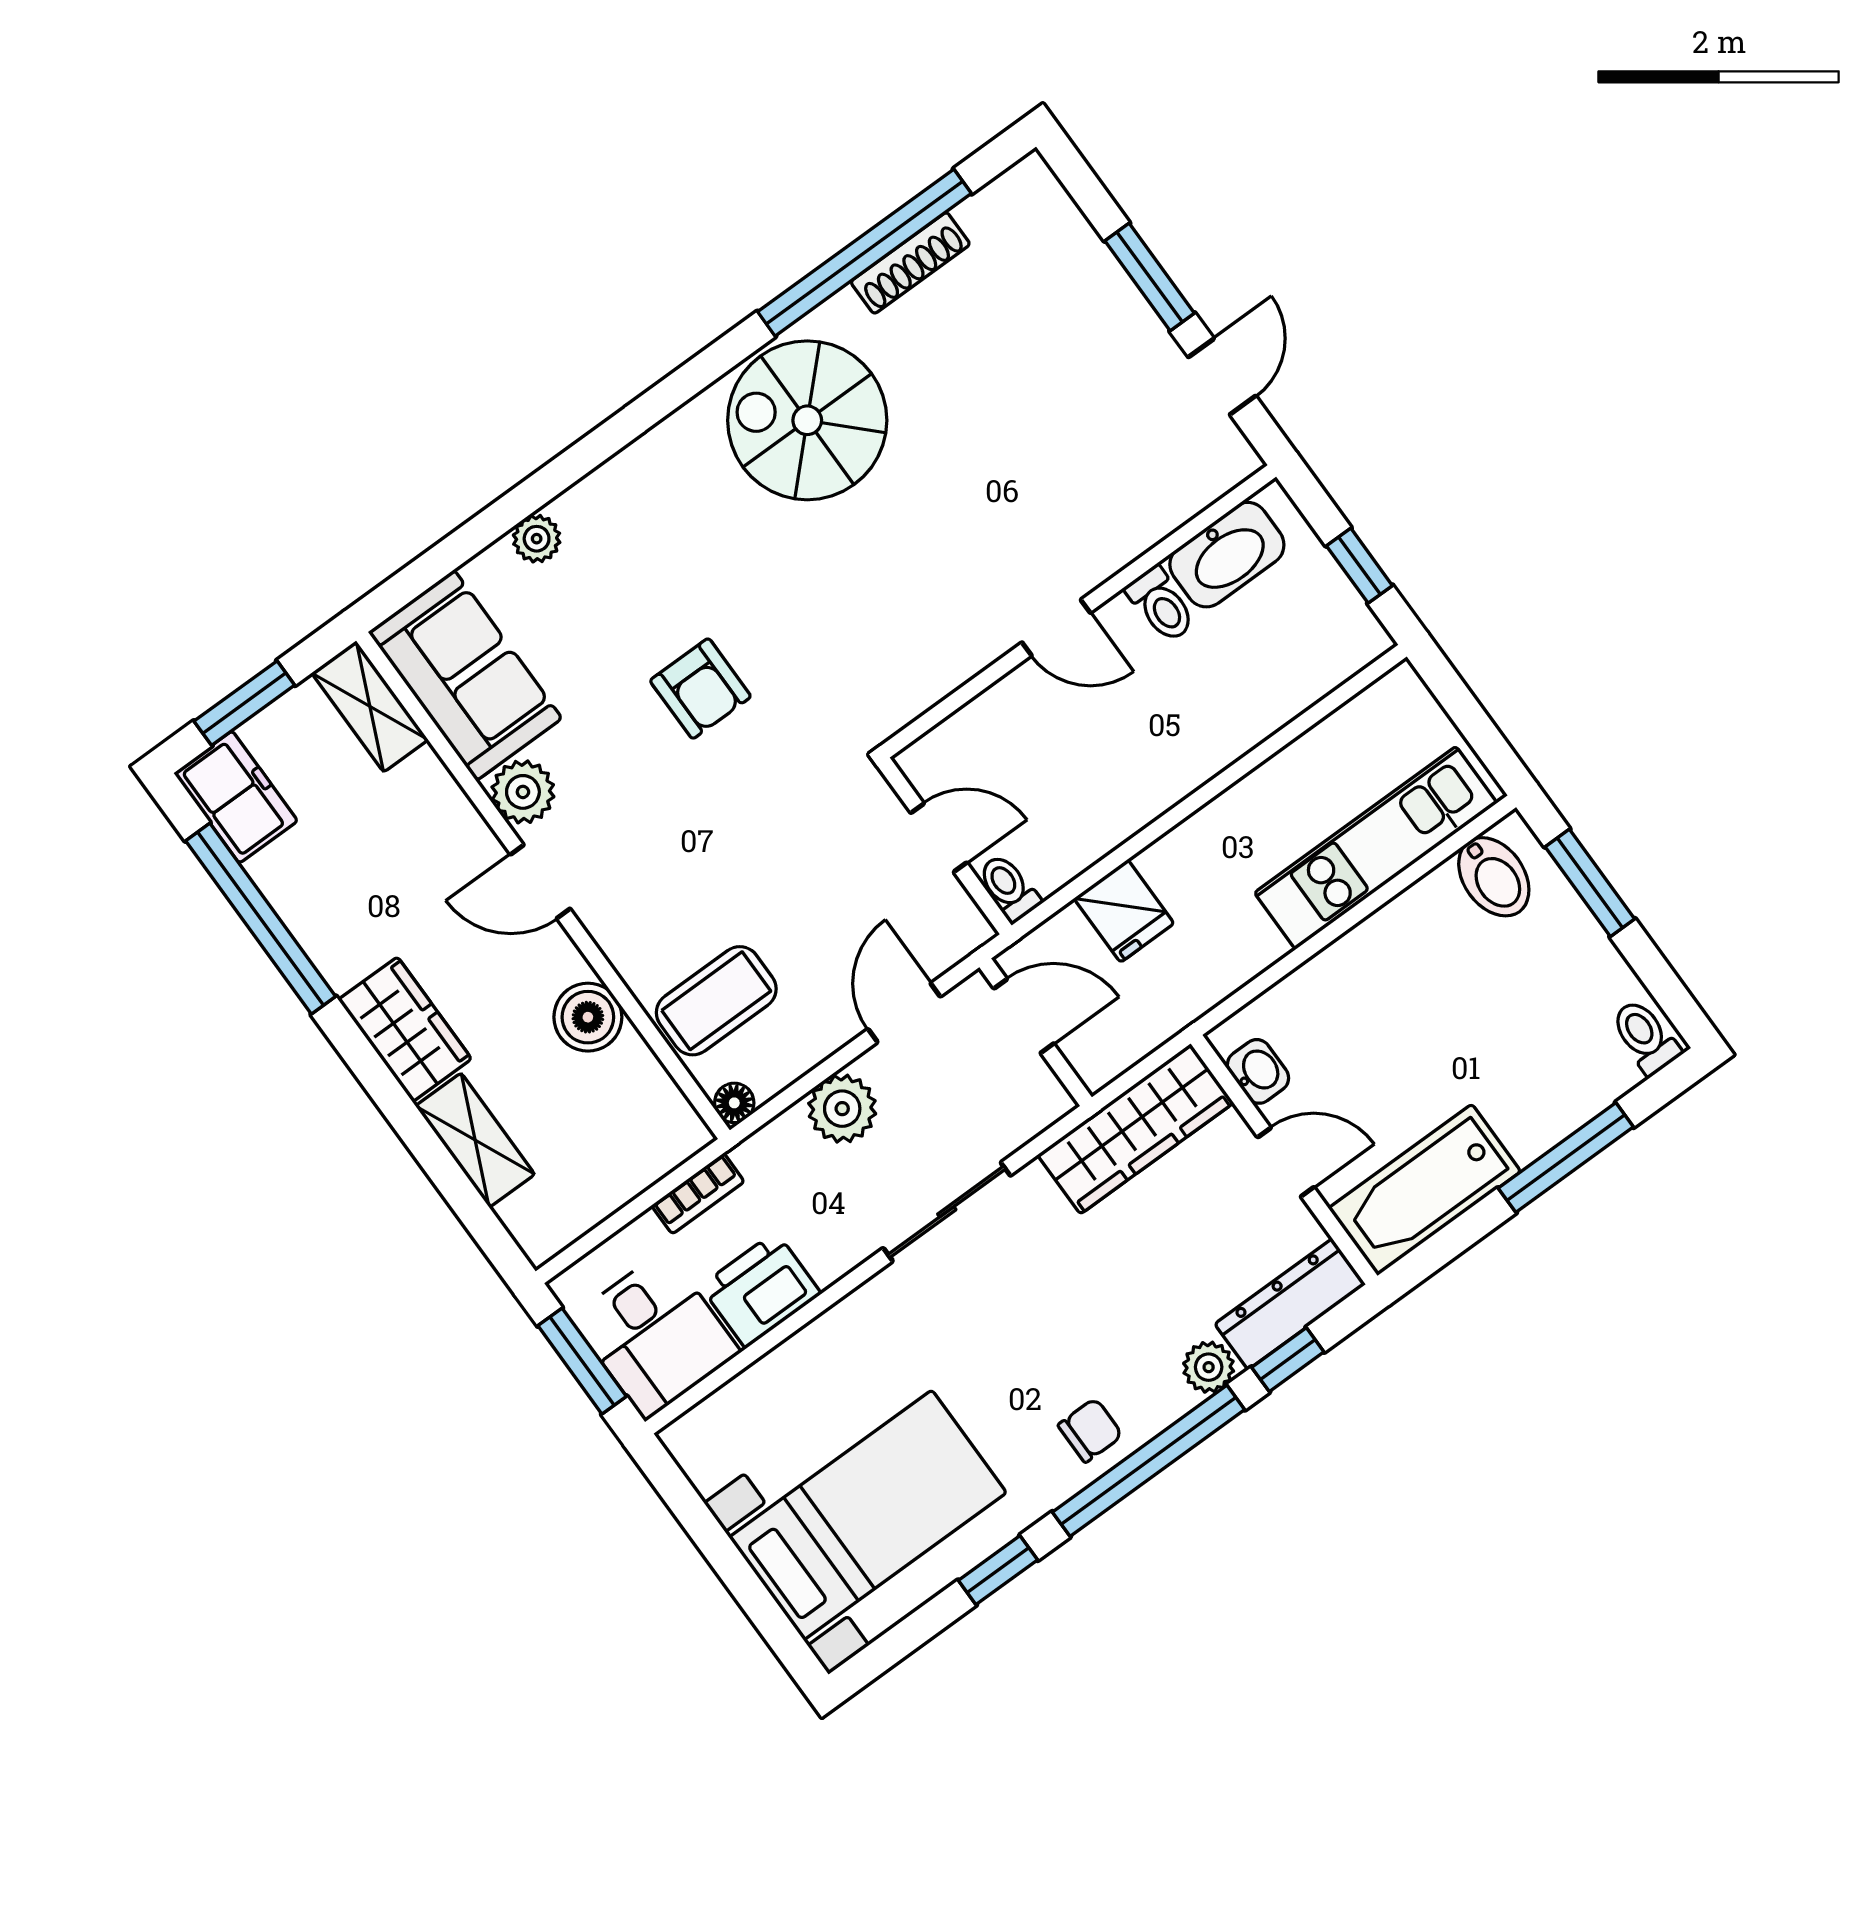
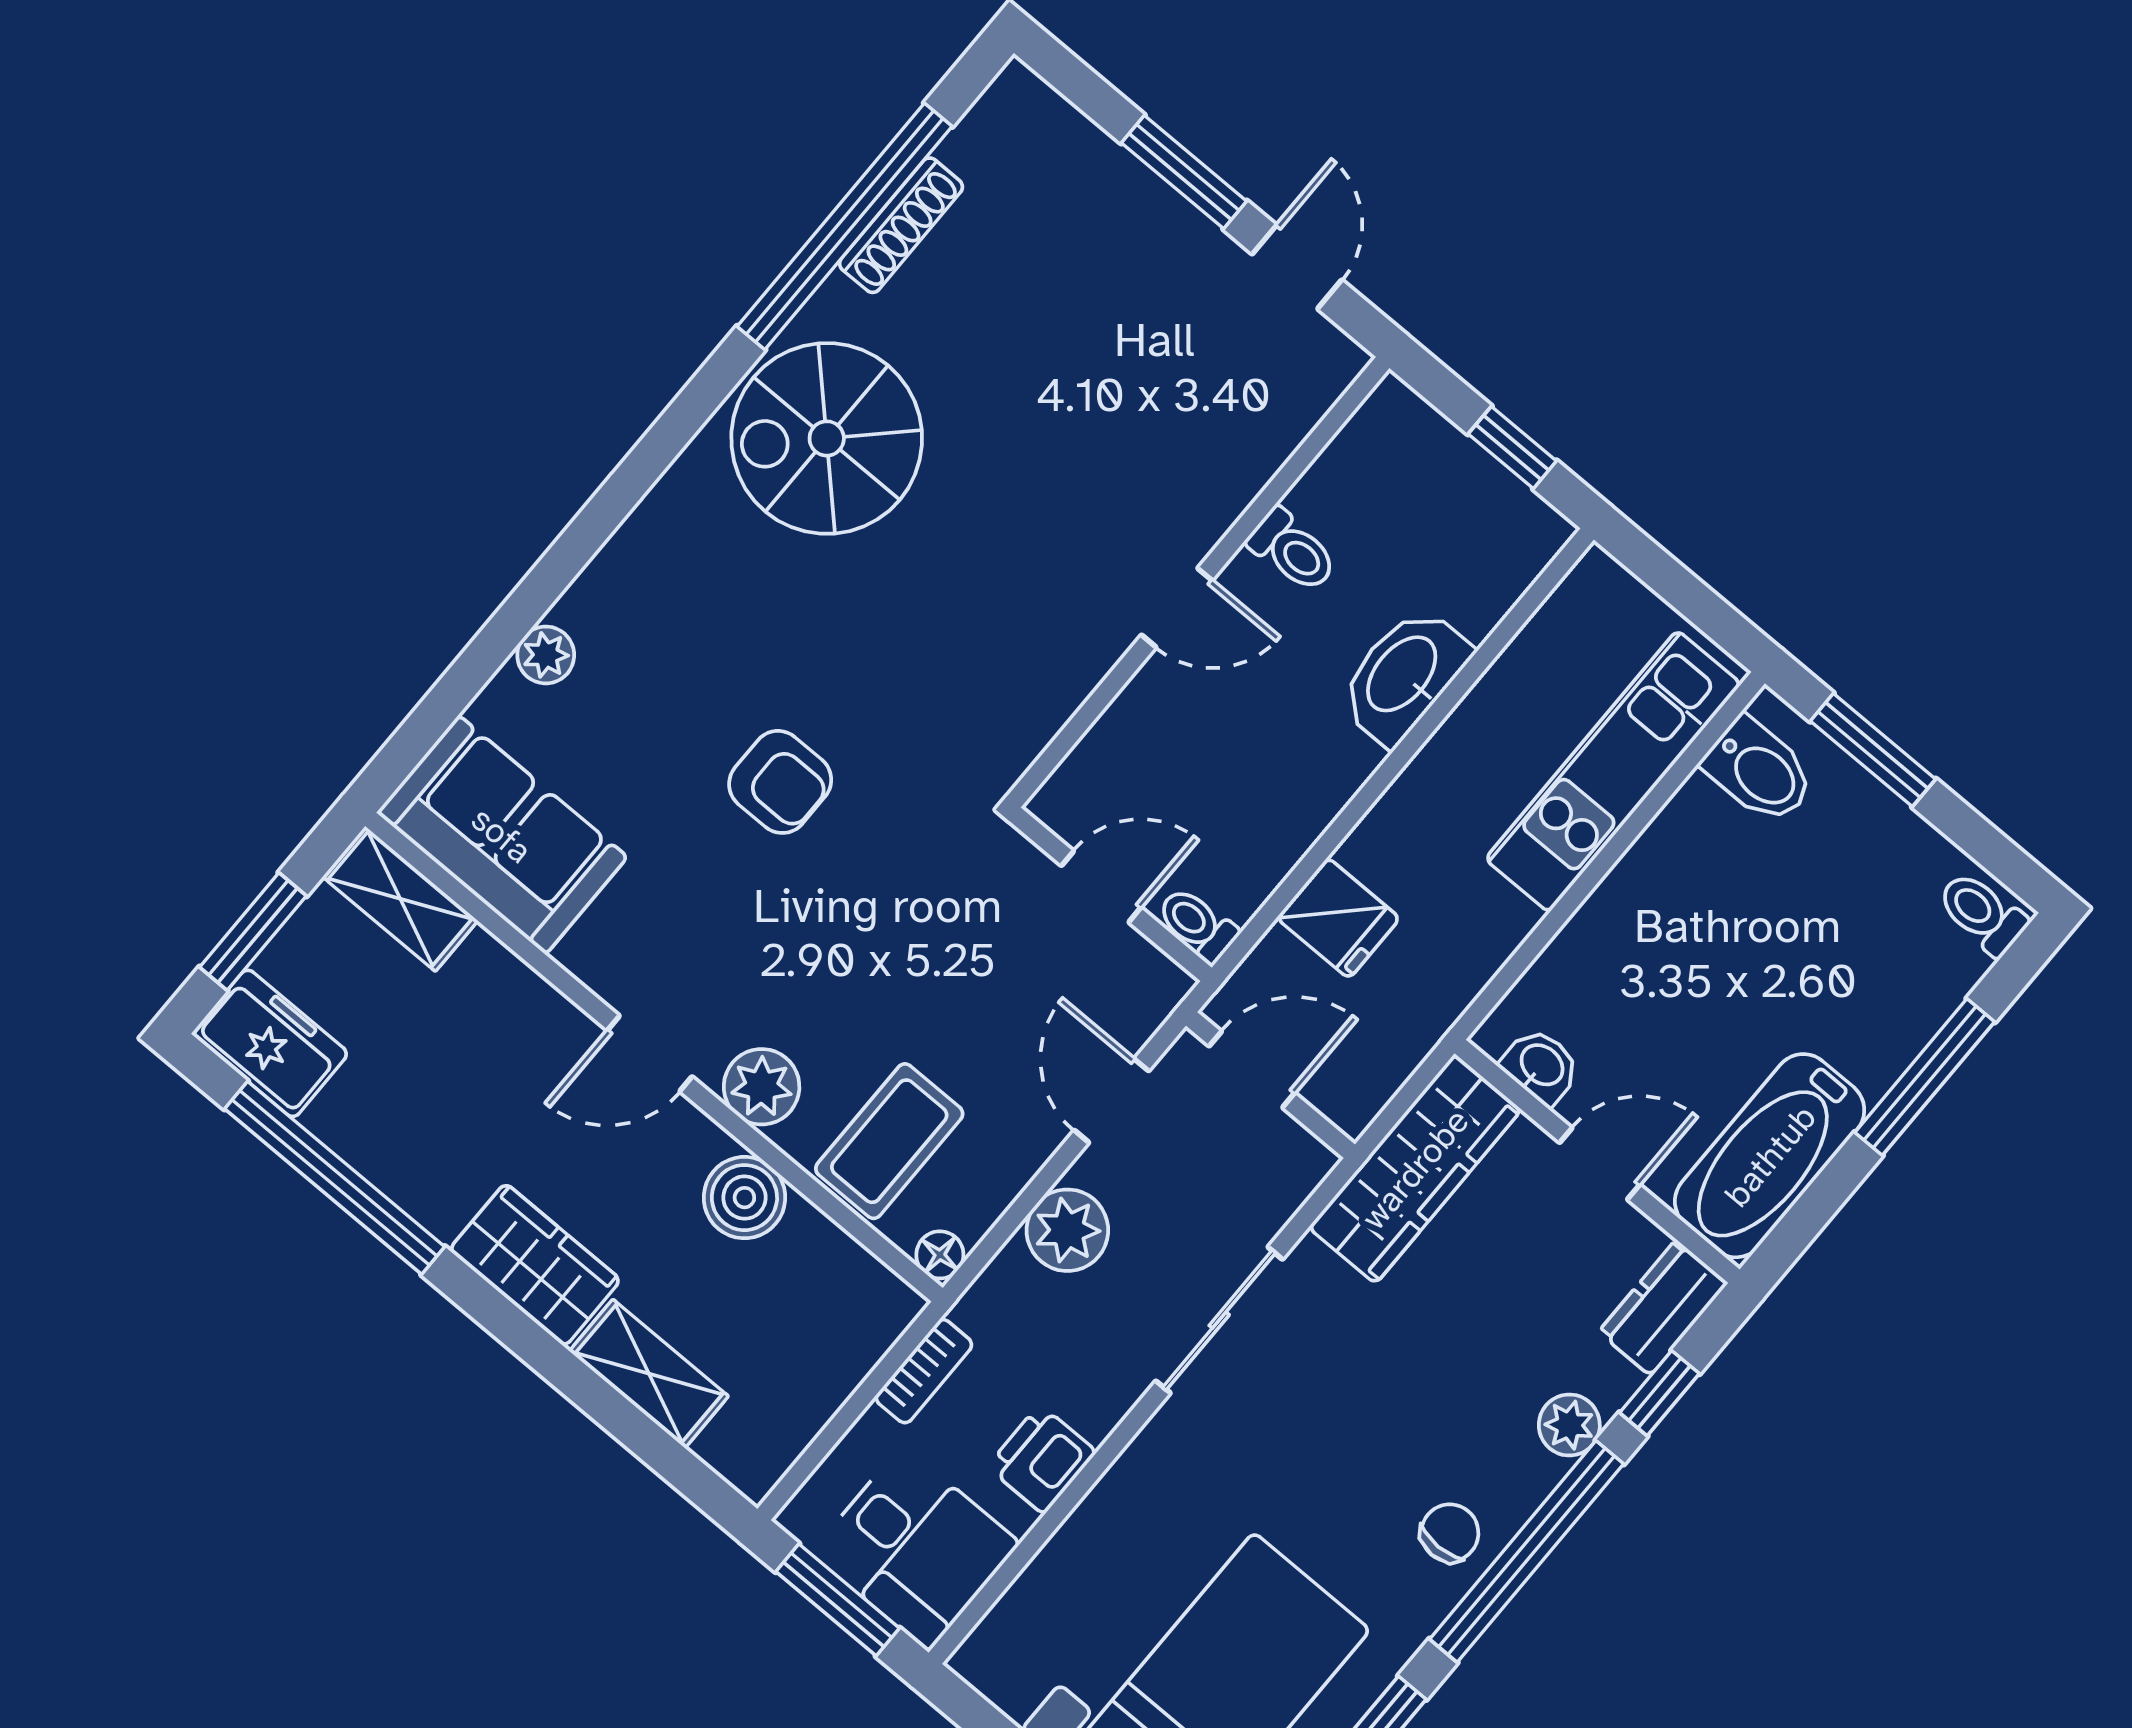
washbasin: (1227, 555) -> (1404, 675), moved, turned 180
plant: (523, 792) -> (762, 1087), moved
printer: (761, 1290) -> (1042, 1459), width x0.73, depth x0.81
dresser: (1290, 1304) -> (1663, 1308), width x0.70

